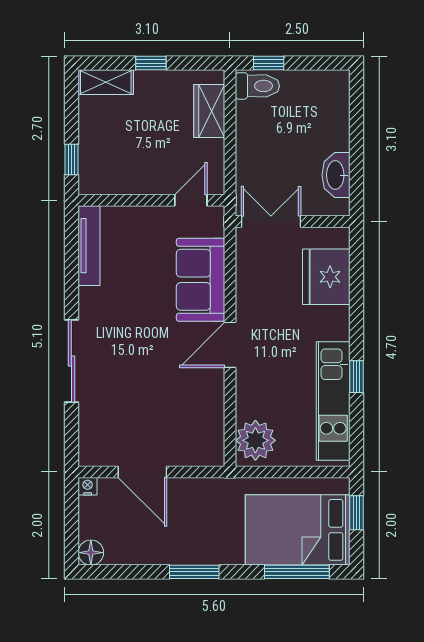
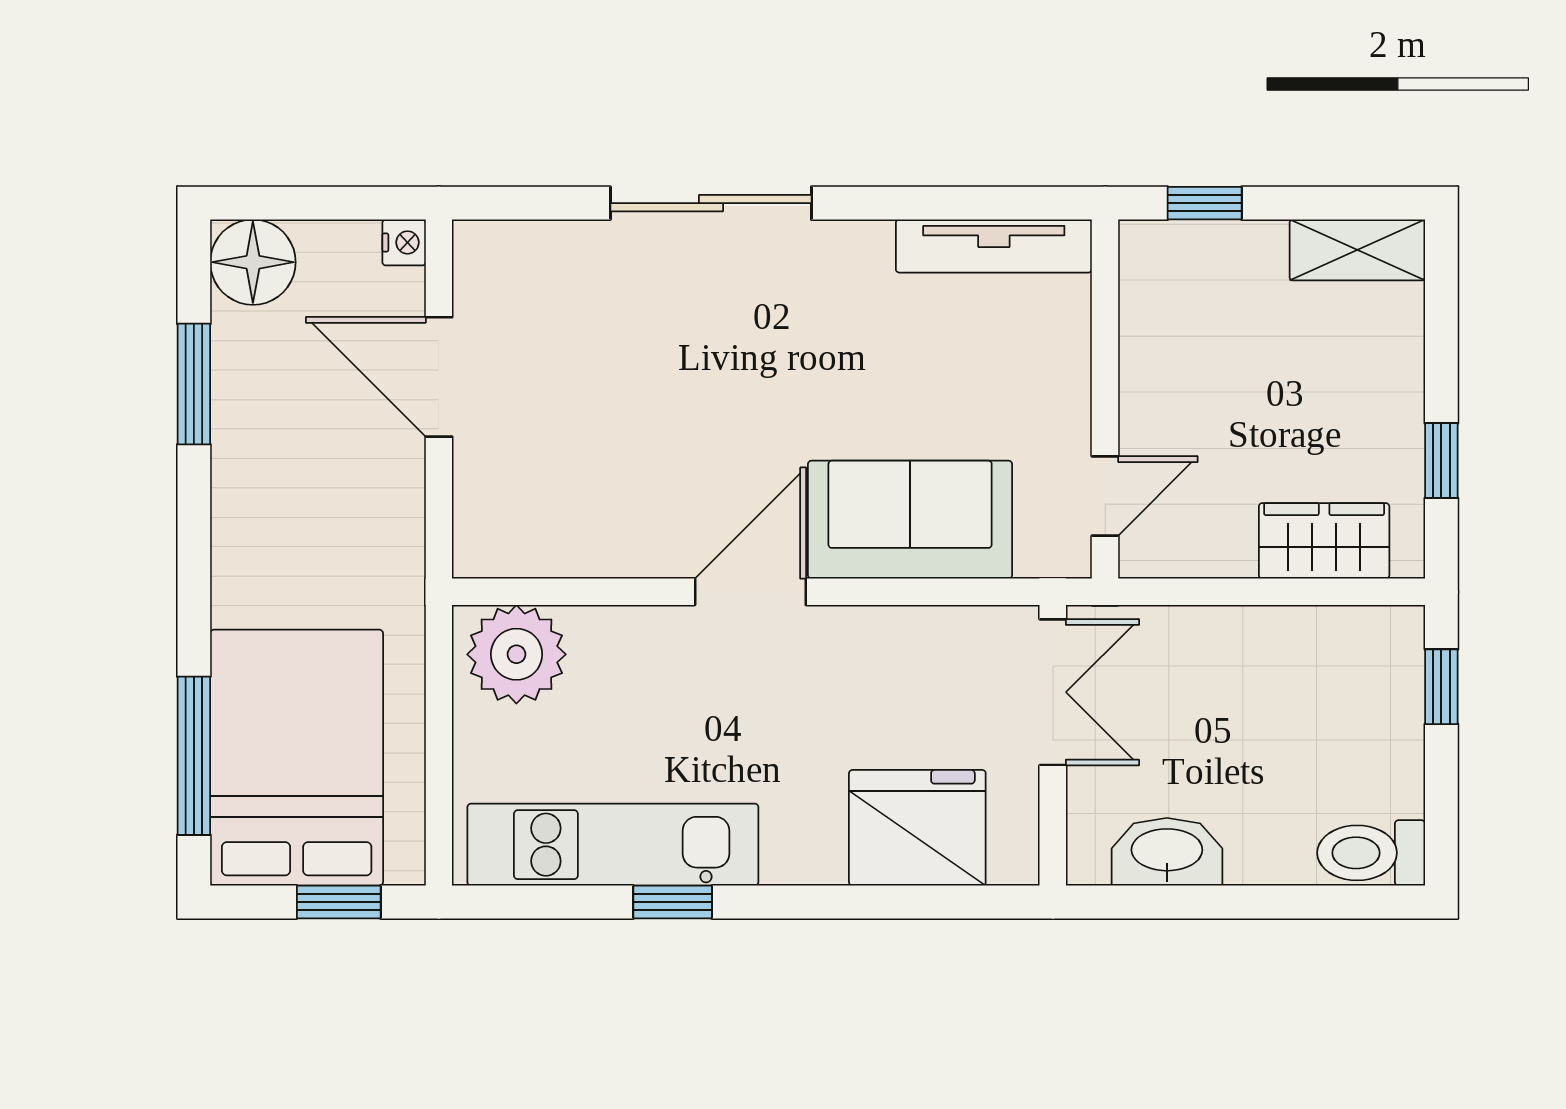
window: (151, 63) -> (1441, 461), moved
shelving: (106, 82) -> (1357, 250), moved, turned 90
toilet: (257, 86) -> (1371, 853), moved, turned 90
door: (191, 200) -> (1105, 496), hinge flipped
door: (230, 345) -> (750, 592), hinge flipped
door: (142, 472) -> (439, 377), hinge flipped
floor lamp: (91, 553) -> (253, 262), width x1.38, depth x1.38
window: (194, 572) -> (194, 384), moved

